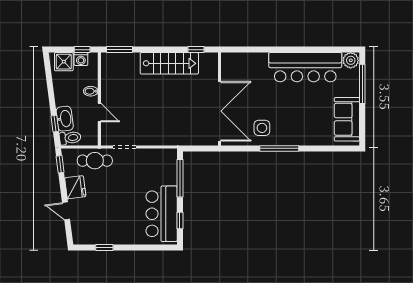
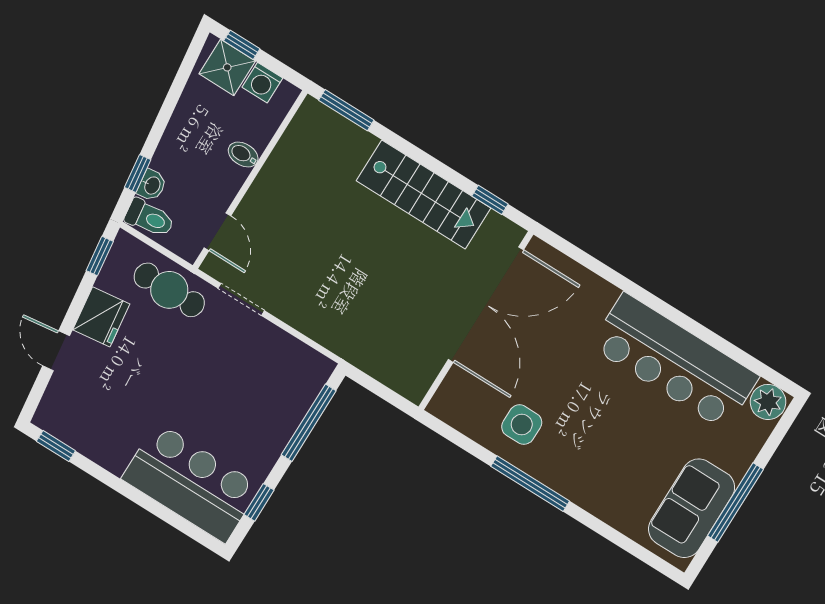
window: (82, 50) -> (242, 45), moved
window: (362, 84) -> (735, 502), moved
double door: (220, 111) -> (486, 305), moved
door: (99, 112) -> (217, 232), moved
washbasin: (65, 119) -> (152, 185), width x0.52, depth x0.69
bar counter: (162, 214) -> (191, 483), moved, turned 90
window: (104, 247) -> (56, 446), moved

